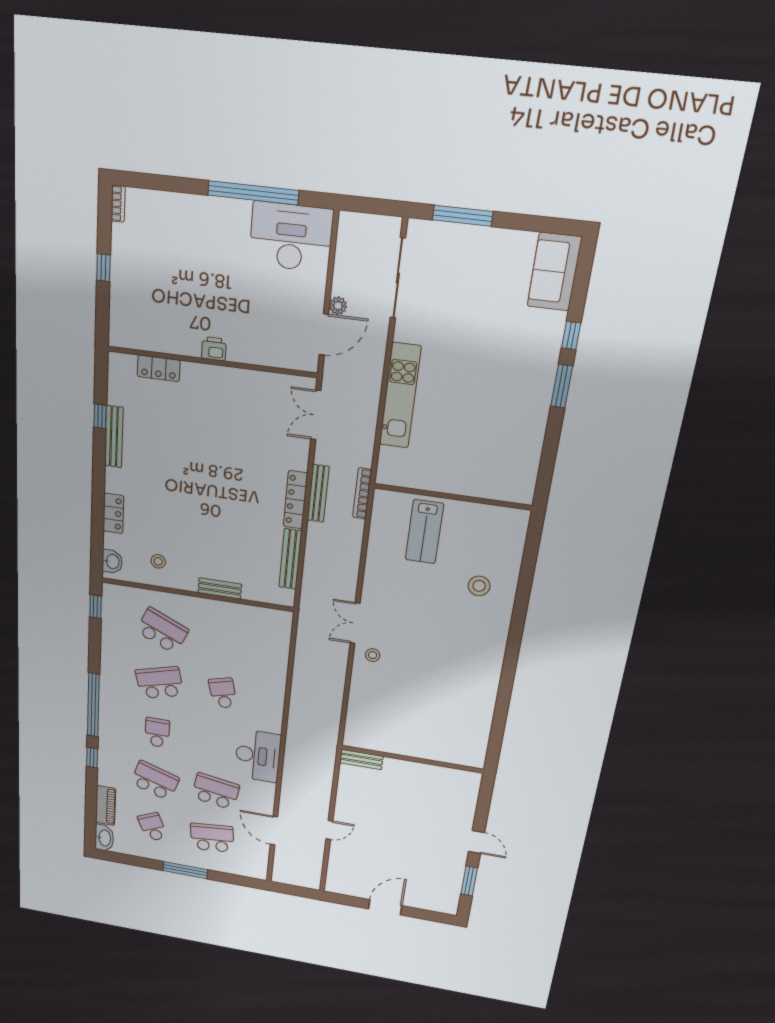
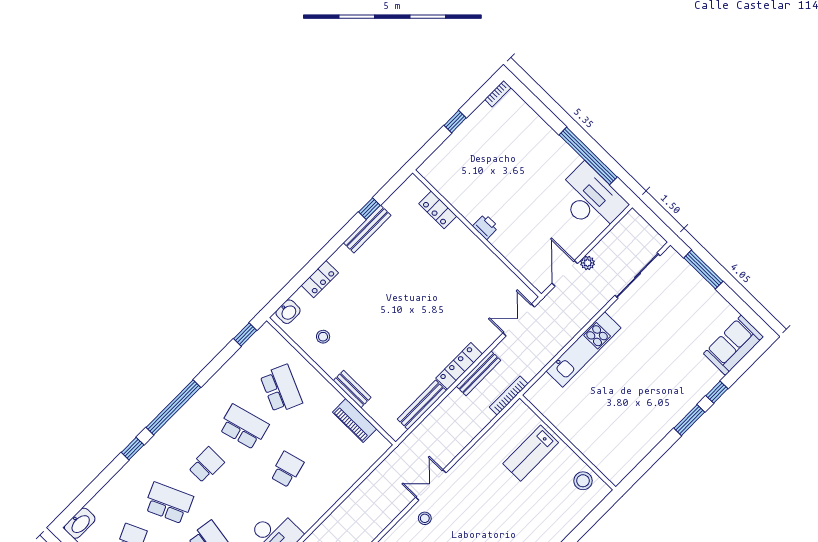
door: (324, 334) -> (565, 273), swing flipped
stool: (479, 586) -> (583, 481), moved
school desk: (155, 781) -> (169, 503), turned -42
piano: (106, 806) -> (355, 420), moved, turned 90

